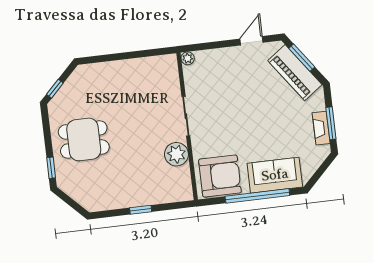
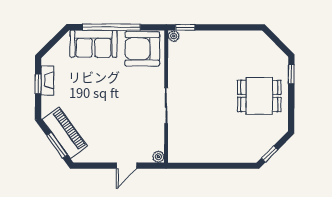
door: (251, 41) -> (127, 166), moved
window: (55, 89) -> (270, 154), moved
window: (331, 123) -> (38, 84), width x0.67
plant: (176, 154) -> (174, 36), moved, width x0.53, depth x0.53
window: (141, 210) -> (185, 27), moved

